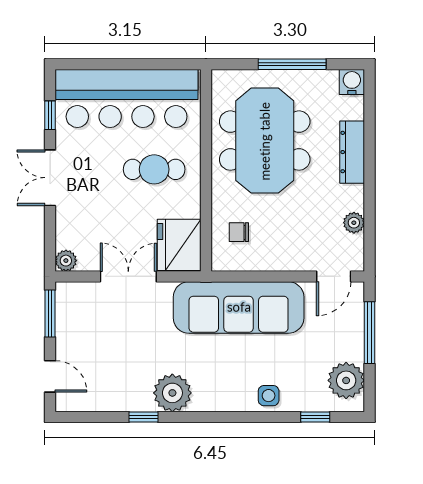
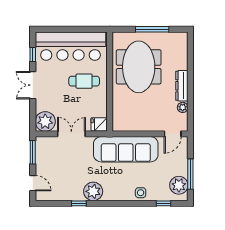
water cooler: (352, 82) -> (182, 38), removed
dresser: (352, 152) -> (182, 86), moved
chair: (239, 232) -> (126, 112), removed
fridge: (179, 245) -> (99, 124), width x0.53, depth x0.75
plant: (66, 261) -> (45, 121), width x1.88, depth x1.88
window: (370, 333) -> (190, 174), moved

